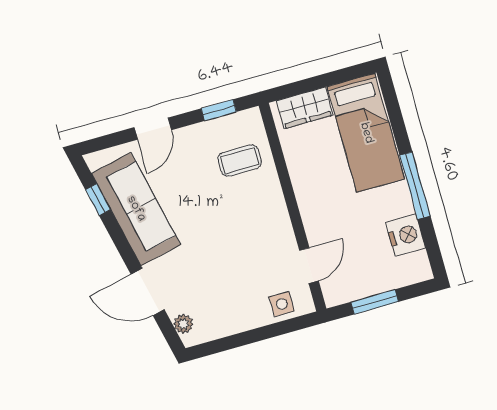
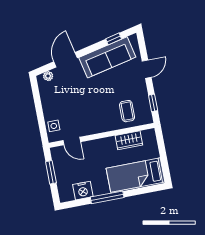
wardrobe: (305, 108) -> (129, 140), moved, turned -90
door: (153, 129) -> (147, 69), swing flipped

